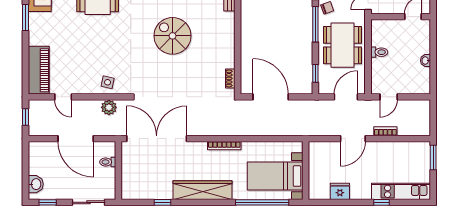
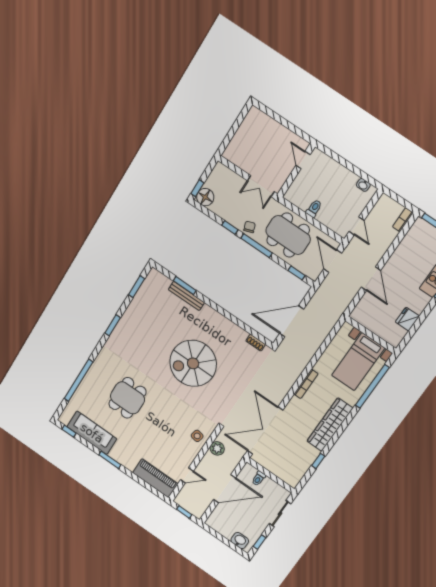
spiral stairs: (172, 36) -> (193, 363), width x1.37, depth x1.37
washbasin: (425, 61) -> (363, 185), moved
bookcase: (385, 131) -> (403, 220), moved

